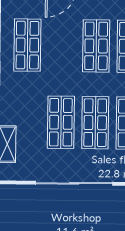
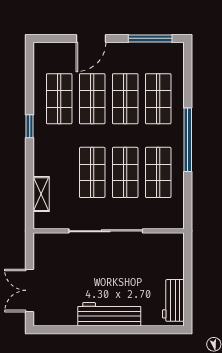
shop shelf: (62, 45) -> (92, 99), added

